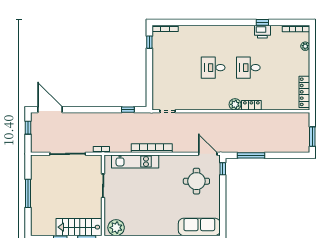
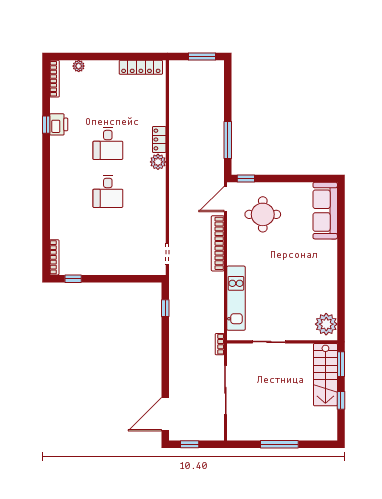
bookcase: (152, 148) -> (218, 243), moved

